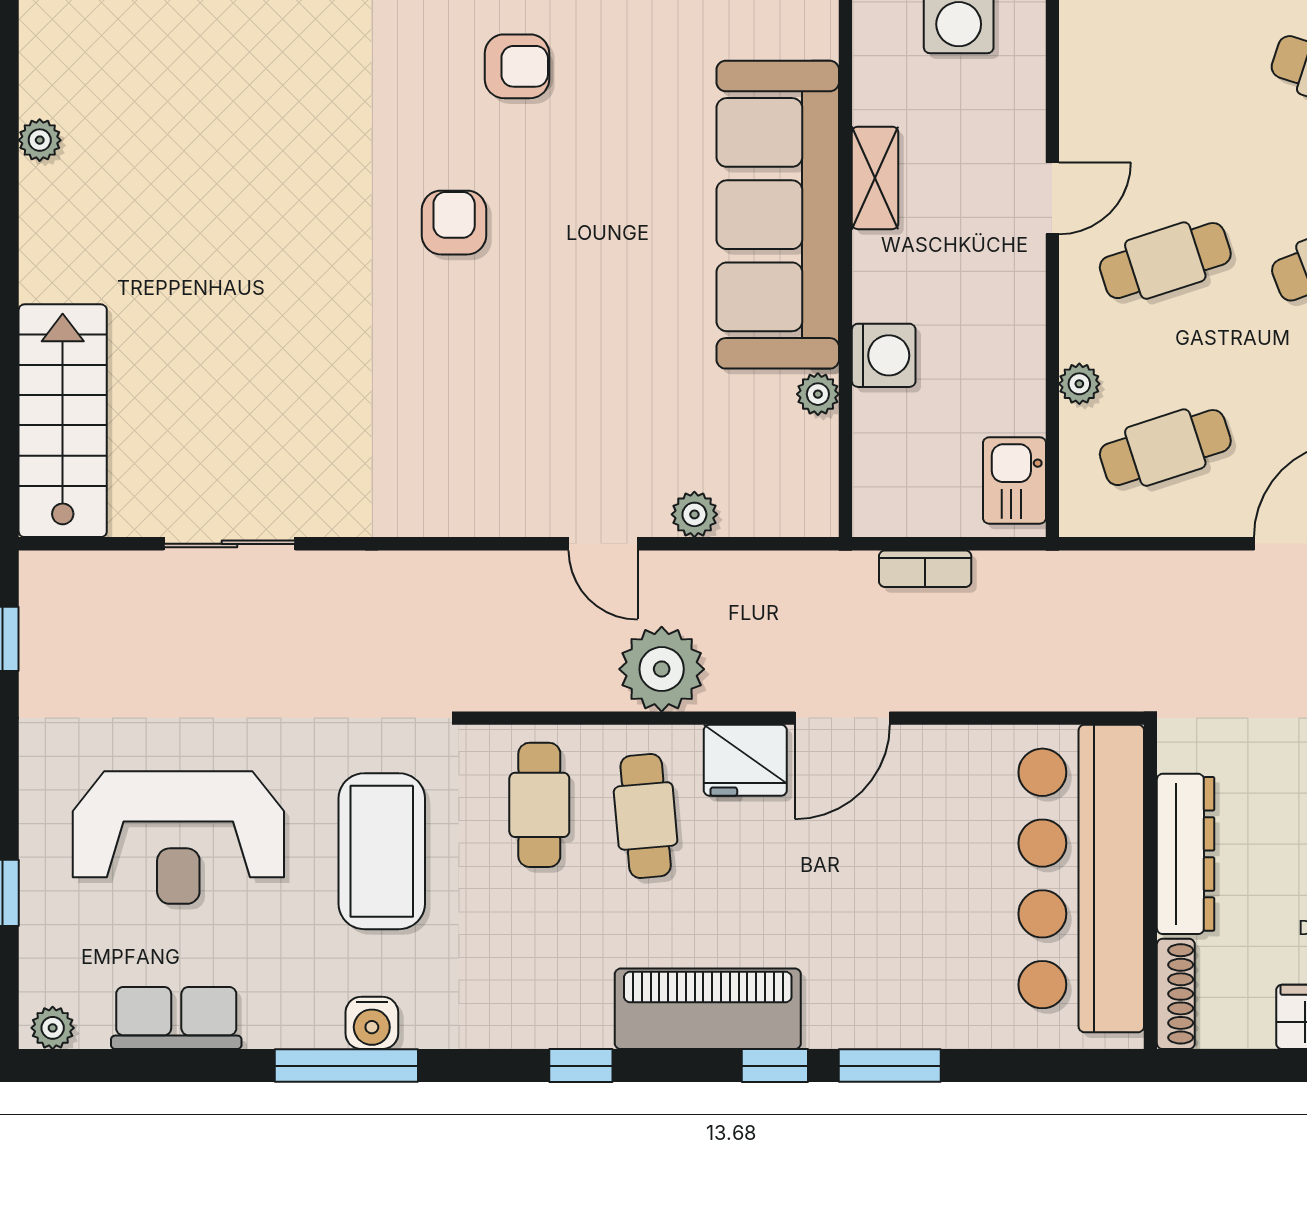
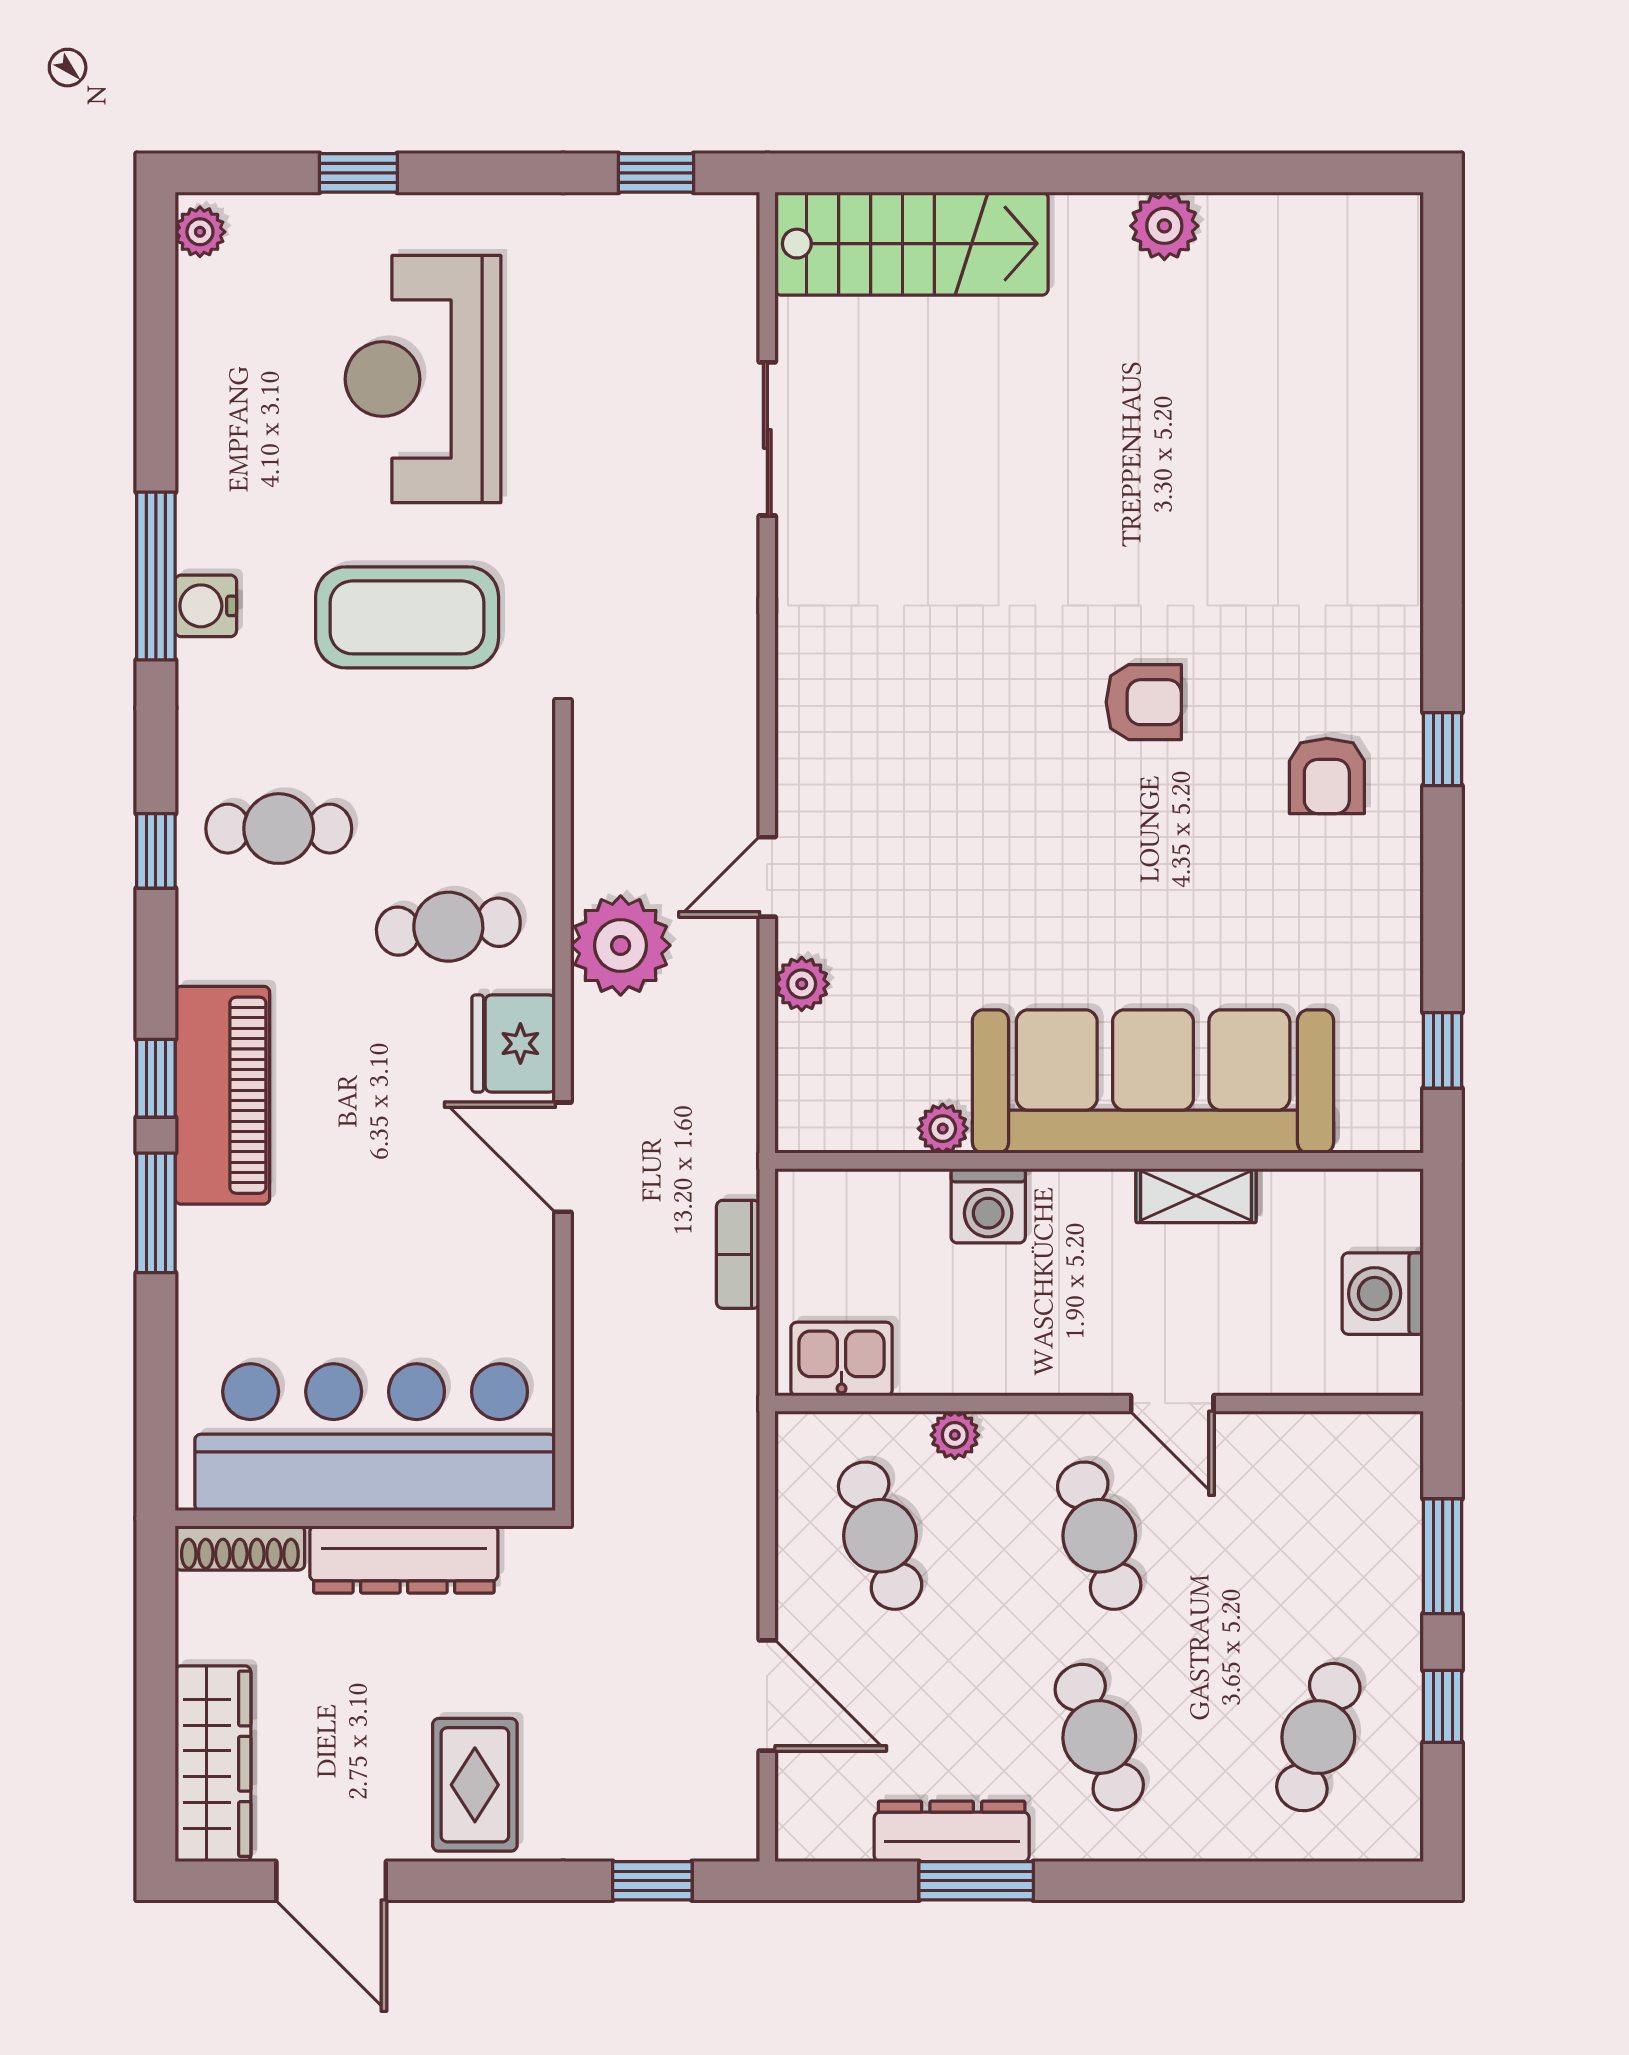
plant: (40, 140) -> (1164, 226), moved, width x1.38, depth x1.38
cafe table: (539, 805) -> (279, 829), moved
piano: (708, 1009) -> (222, 1095), moved
row of seats: (176, 1018) -> (212, 377), removed

